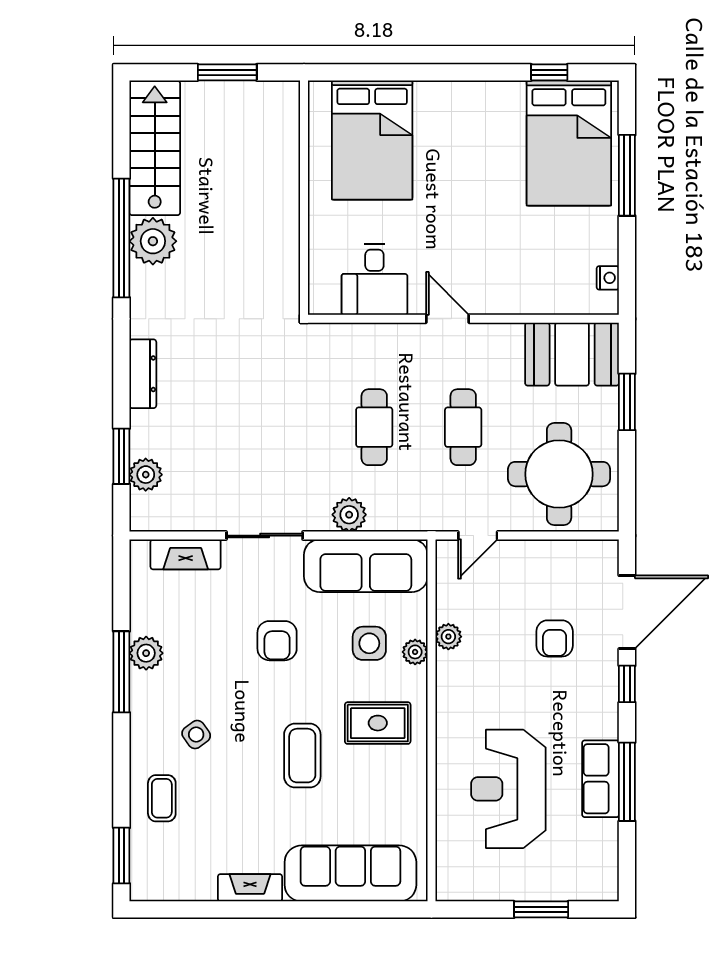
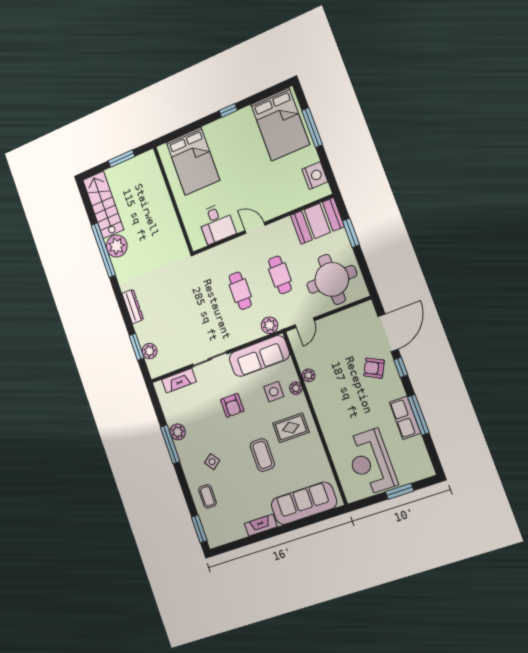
window: (549, 72) -> (228, 110), moved
nightstand: (608, 278) -> (315, 176), width x1.89, depth x1.79
plant: (349, 515) -> (270, 325), moved
armchair: (555, 638) -> (374, 368), moved, turned 117
reception desk: (508, 789) -> (371, 462), moved

